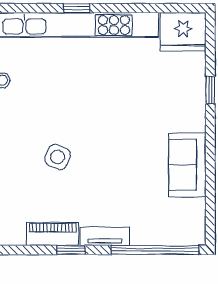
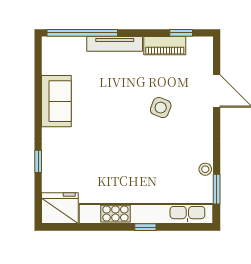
tv unit: (105, 236) -> (115, 44), width x1.41
window: (71, 250) -> (181, 33), moved

